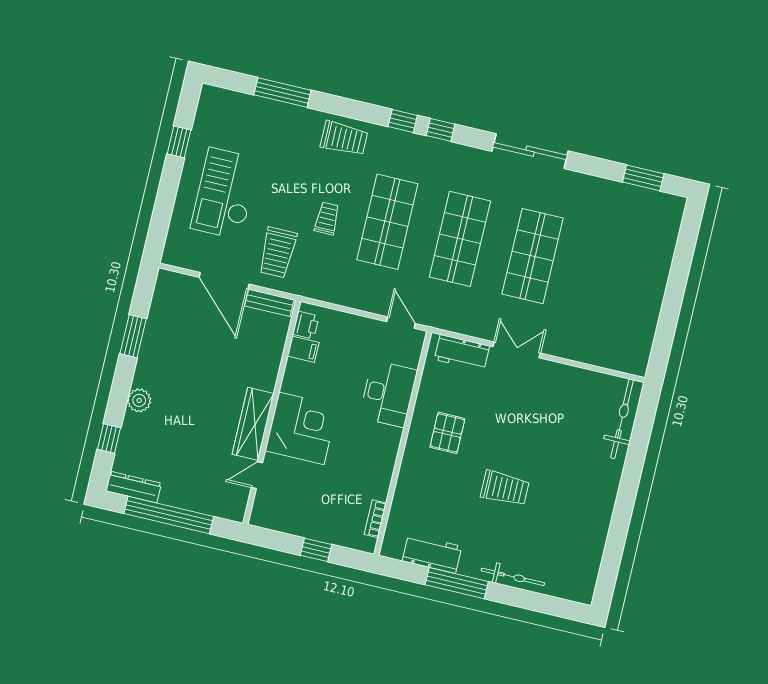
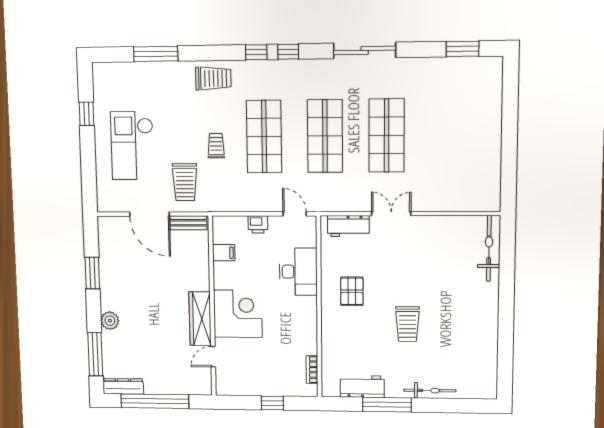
printer: (306, 325) -> (258, 224), moved, turned 90
window: (109, 438) -> (95, 354), width x2.17
trolley: (505, 488) -> (407, 324), turned 90

